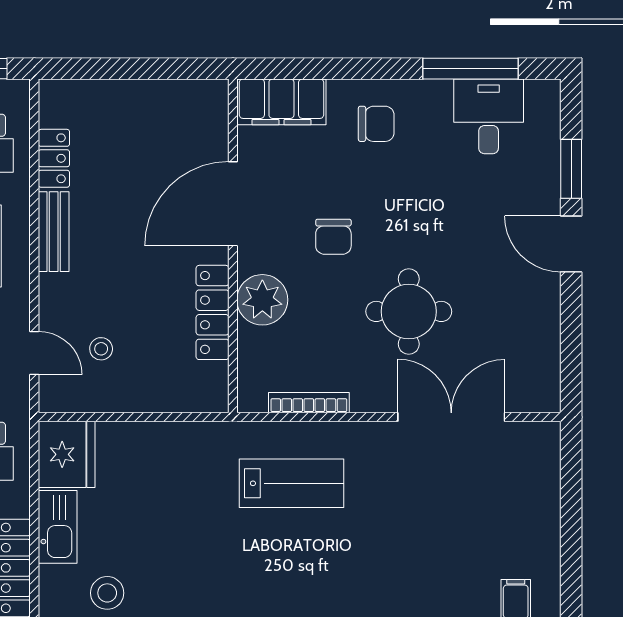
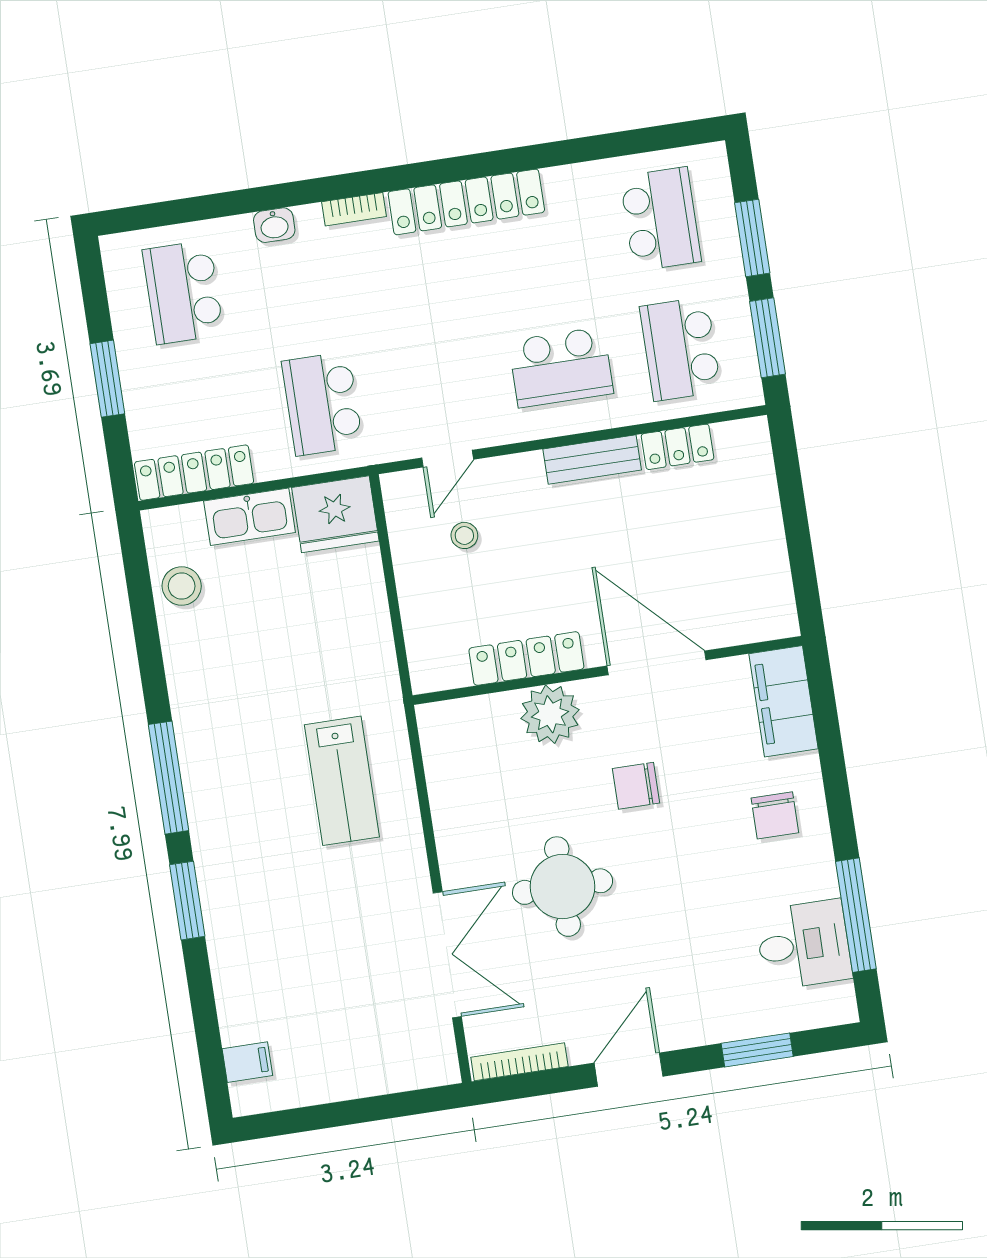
door: (571, 244) -> (629, 1070), moved
bookcase: (309, 403) -> (519, 1062), moved, turned -90

